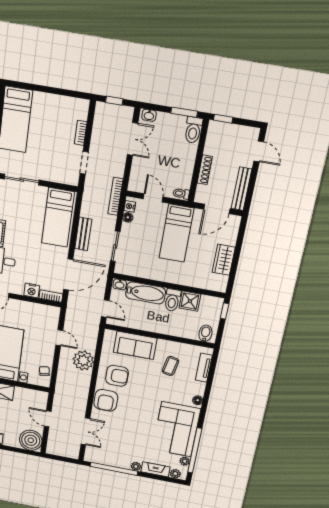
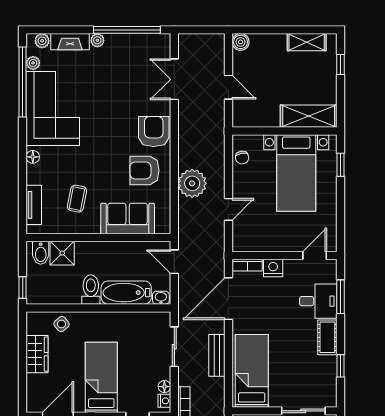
side table: (200, 279) -> (62, 324), added
shower: (190, 301) -> (62, 253), moved
door: (59, 338) -> (228, 209), swing flipped
boiler: (31, 440) -> (241, 42), width x0.54, depth x0.54

